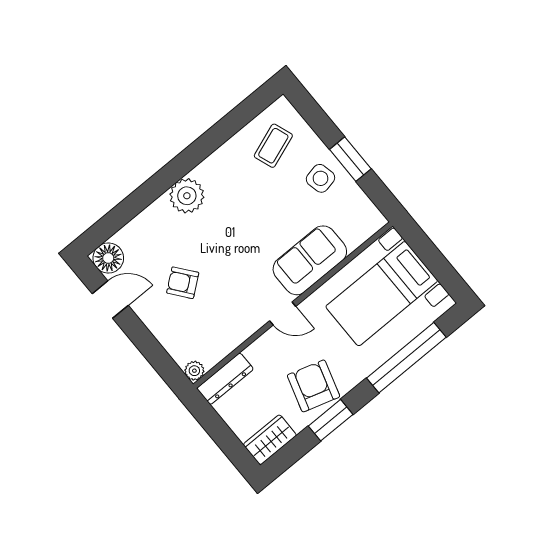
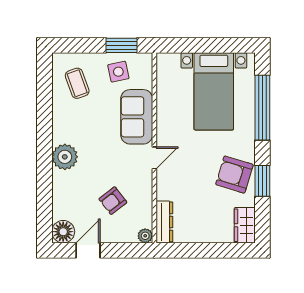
sofa: (310, 260) -> (137, 117), moved
wall: (293, 305) -> (154, 148), moved
door: (283, 314) -> (154, 158), moved
plant: (194, 371) -> (145, 236), moved
dresser: (225, 379) -> (164, 222), moved

